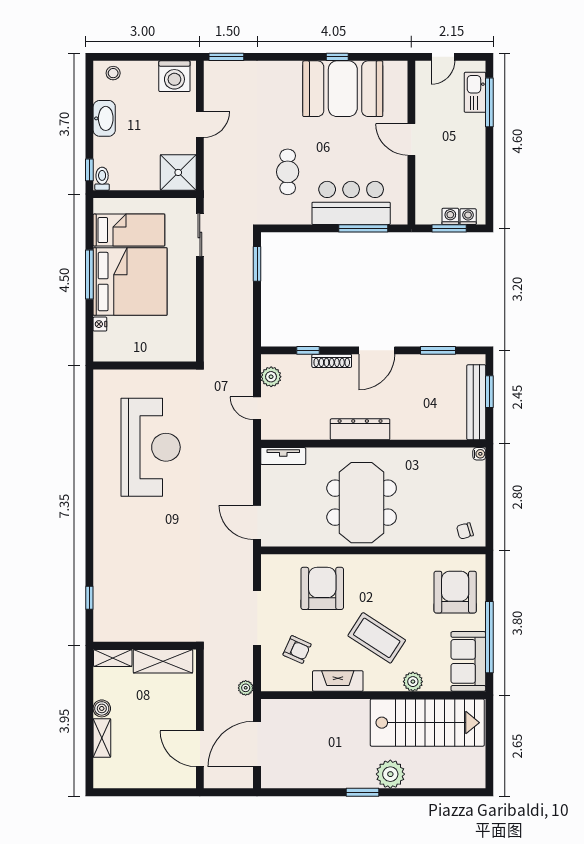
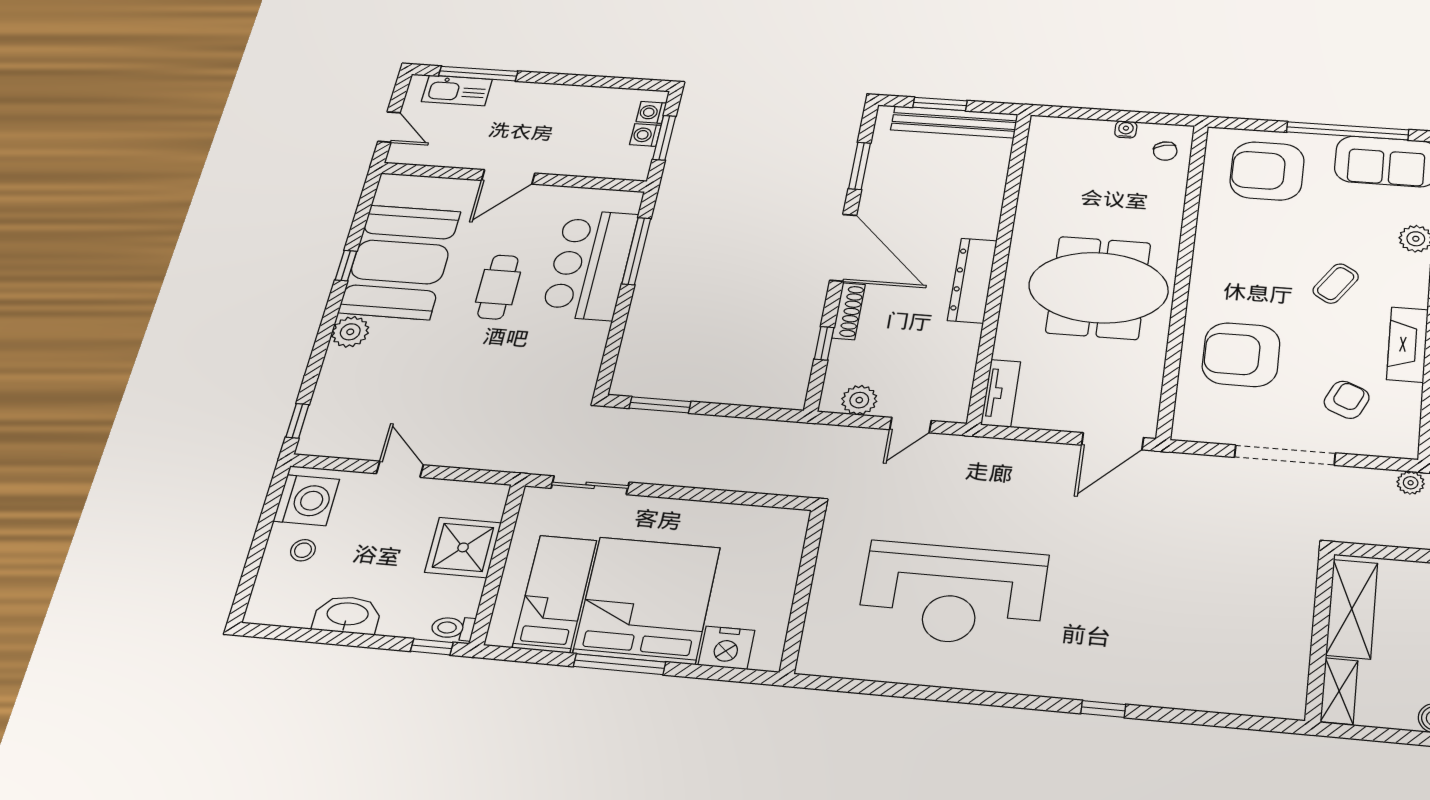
window: (226, 57) -> (297, 421), width x0.67
plant: (290, 72) -> (350, 332), added
stool: (113, 73) -> (303, 550), moved
shower: (178, 172) -> (463, 547), moved
cafe table: (288, 172) -> (498, 287), moved, turned 90
nightstand: (100, 324) -> (726, 648), width x1.89, depth x1.79
door: (377, 350) -> (843, 248), width x1.36
reception desk: (151, 447) -> (953, 594), turned 180
water cooler: (479, 454) -> (1126, 129), moved
window: (89, 598) -> (1103, 709), moved
coffee table: (377, 638) -> (1336, 284), width x0.54, depth x0.58

